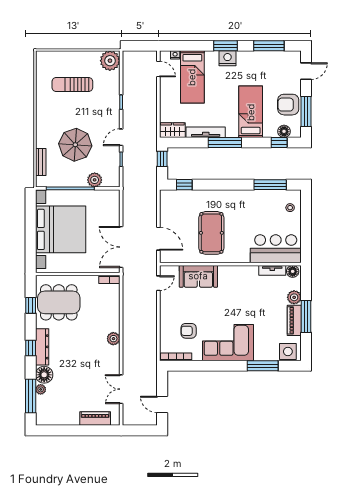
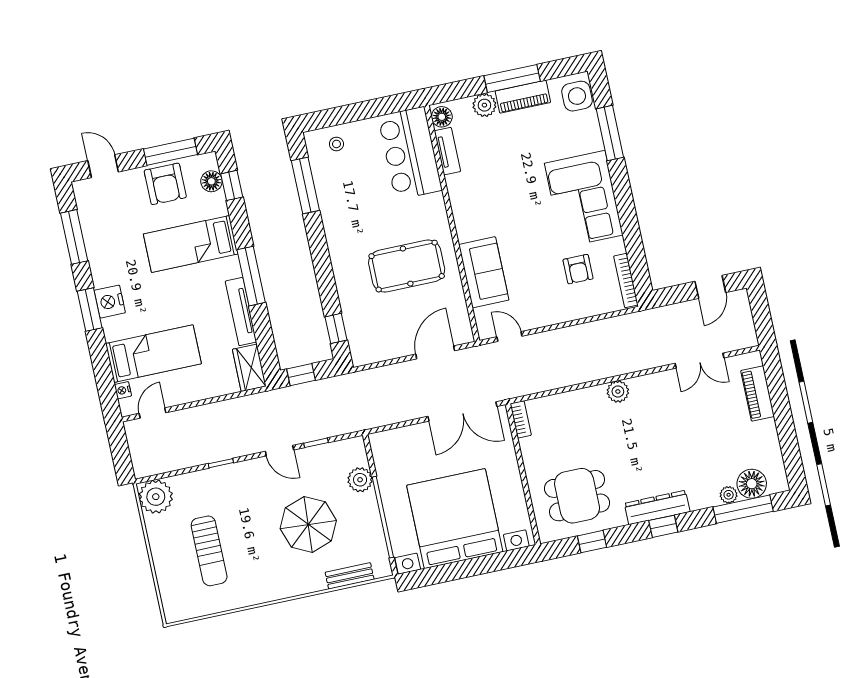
dining table: (59, 302) -> (577, 496), width x0.73
floor lamp: (44, 375) -> (752, 484), moved

